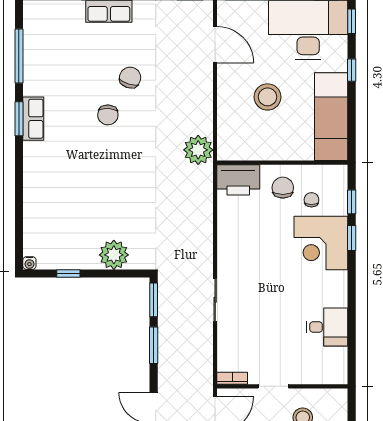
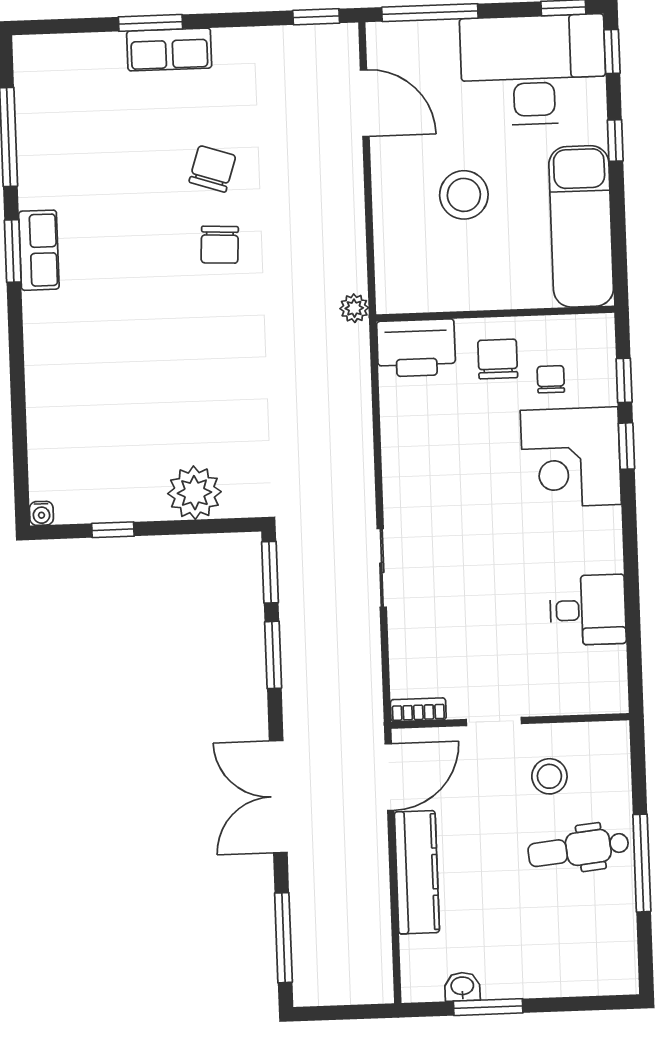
chair: (108, 115) -> (220, 245), moved
plant: (198, 150) -> (354, 308), width x0.53, depth x0.53

